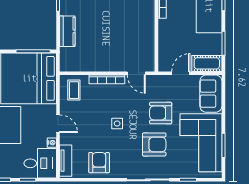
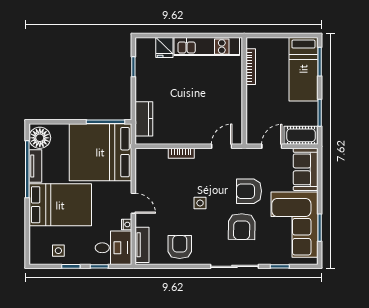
kitchen counter: (67, 31) -> (144, 119), moved
door: (136, 73) -> (222, 146), swing flipped
bookcase: (107, 79) -> (181, 153), width x0.64
coffee table: (74, 90) -> (151, 165), removed
armchair: (154, 144) -> (242, 227), turned 91

